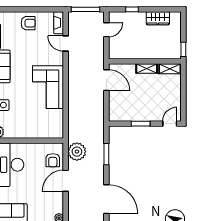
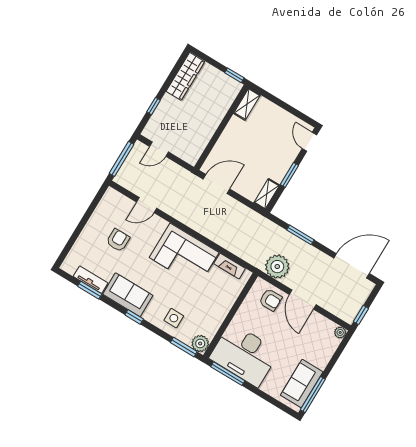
wardrobe: (158, 18) -> (185, 76), width x1.50
armchair: (28, 23) -> (118, 240), moved
fireplace: (59, 23) -> (230, 266), moved
door: (106, 30) -> (159, 149), swing flipped
shelving: (147, 69) -> (267, 194), moved

